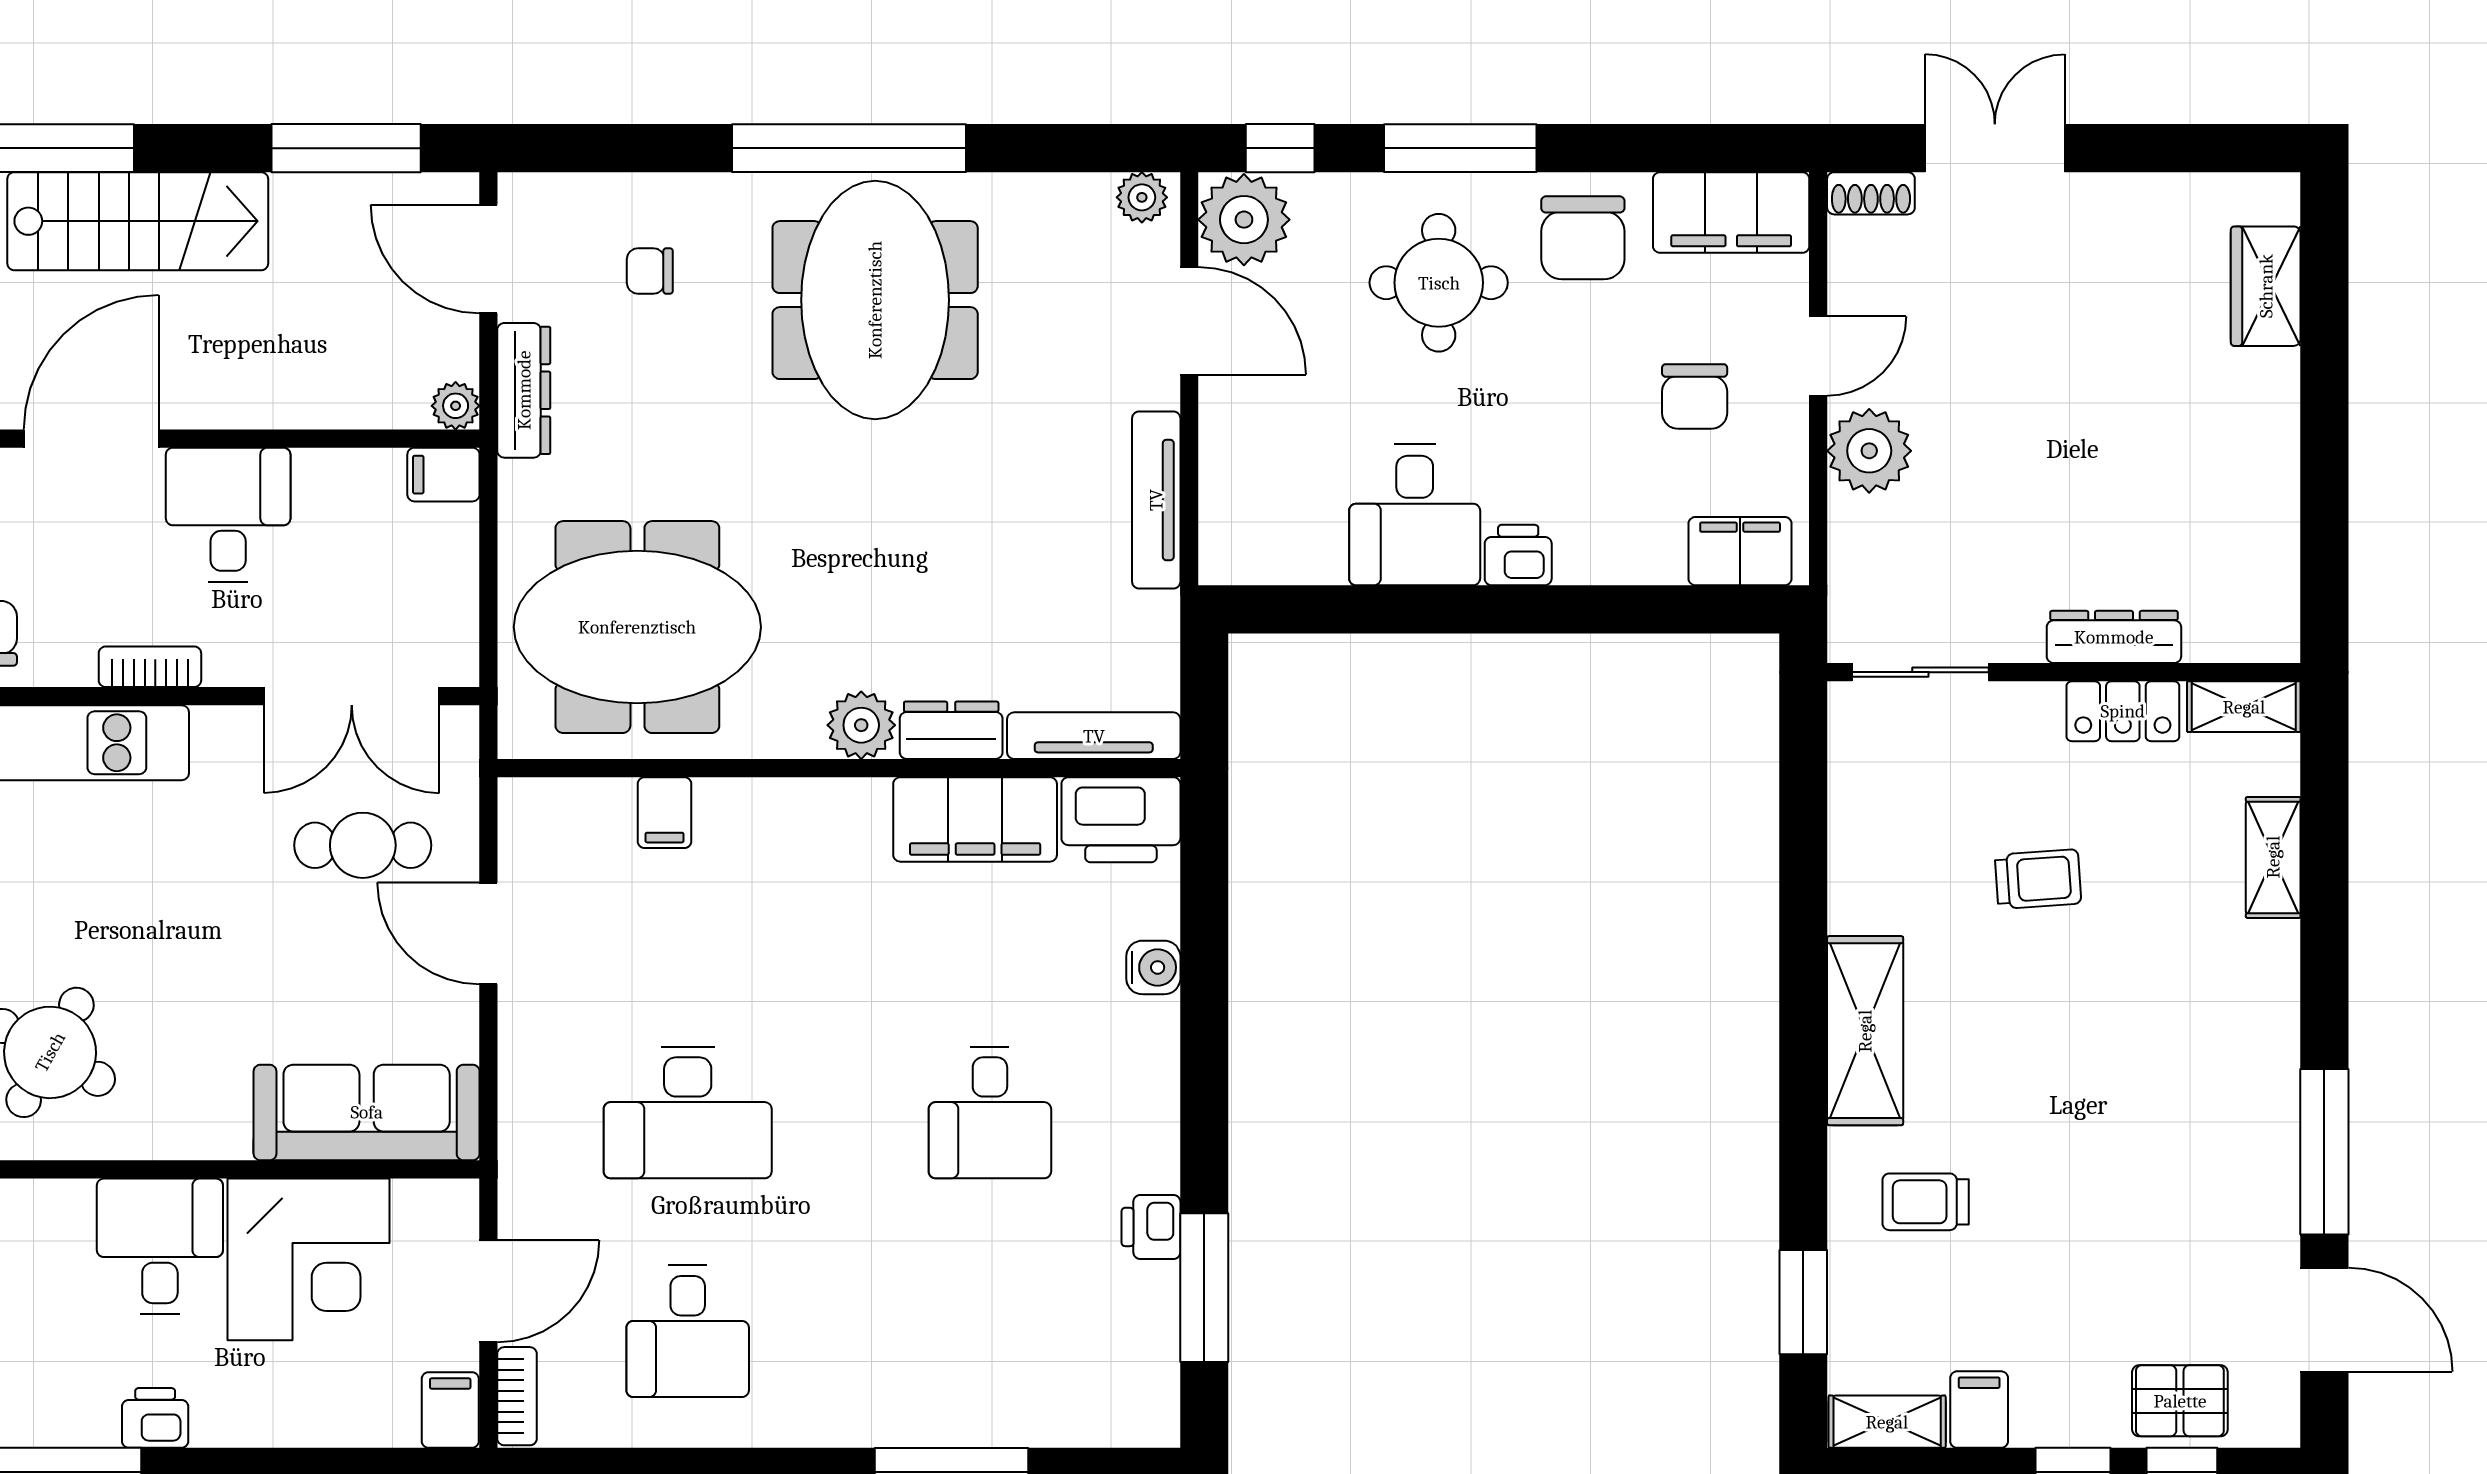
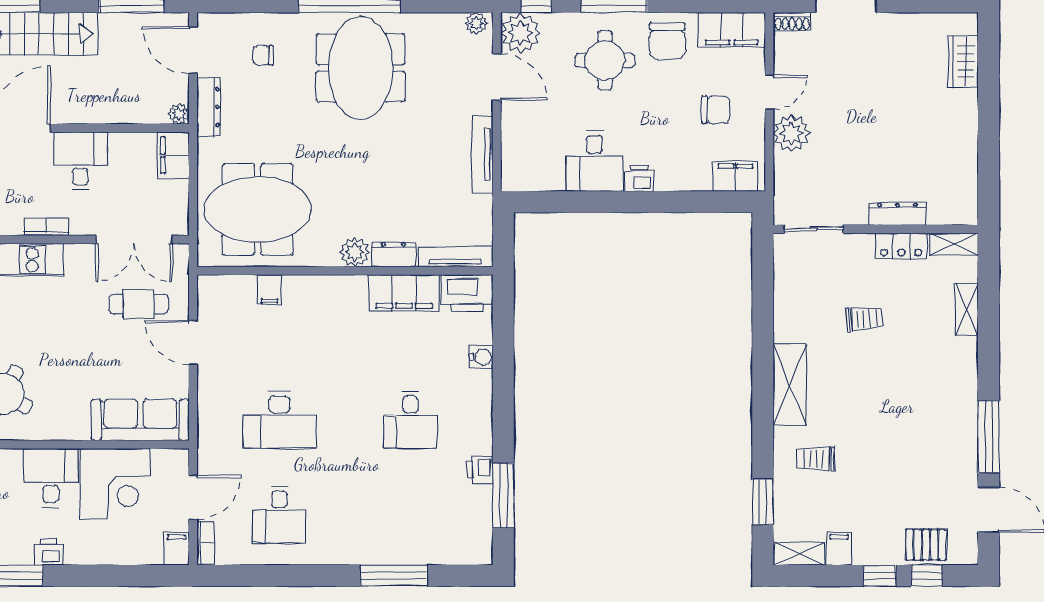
chair: (1695, 396) -> (716, 110), turned -90
filing cabinet: (443, 475) -> (174, 155), width x2.00

